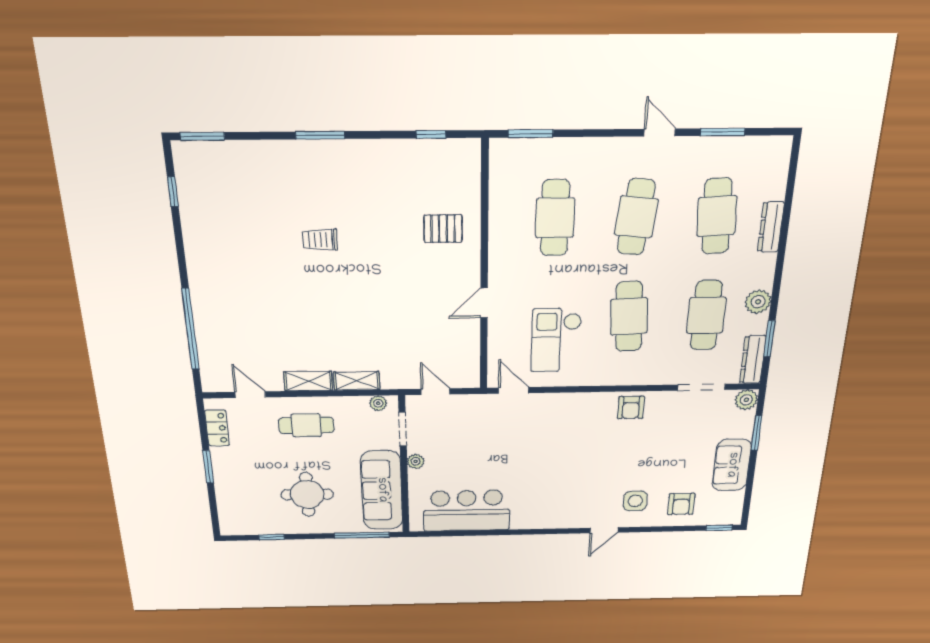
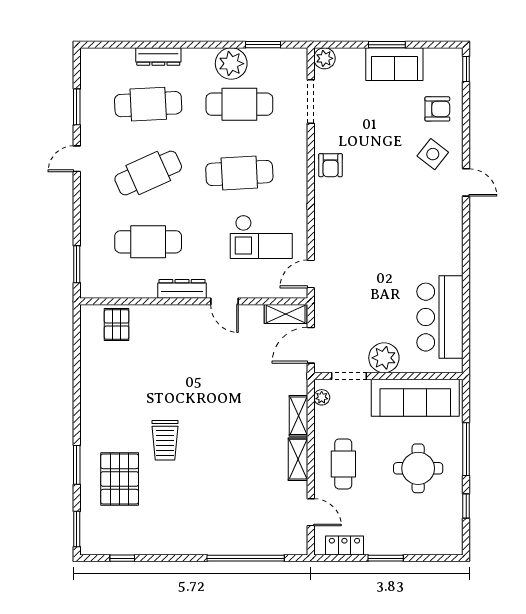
window: (431, 134) -> (77, 345), removed
window: (320, 135) -> (77, 465), moved
pallet: (269, 188) -> (120, 479), added
cafe table: (636, 217) -> (148, 173), turned -30
pallet: (443, 229) -> (117, 325), moved
trolley: (320, 240) -> (165, 440), width x1.36, depth x1.39
plant: (758, 302) -> (231, 64), width x1.36, depth x1.36
dresser: (753, 360) -> (182, 289), moved, turned 180
shelving: (470, 366) -> (286, 314), added
door: (435, 392) -> (311, 345), width x1.38
door: (250, 395) -> (311, 512), swing flipped
armchair: (631, 407) -> (331, 165), turned 90
window: (756, 433) -> (387, 45), moved
plant: (416, 461) -> (384, 358), width x1.88, depth x1.88
side table: (635, 501) -> (433, 154), turned 38
window: (362, 535) -> (466, 449), moved

